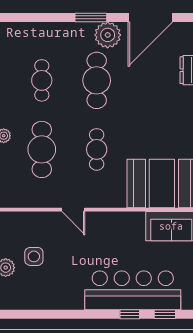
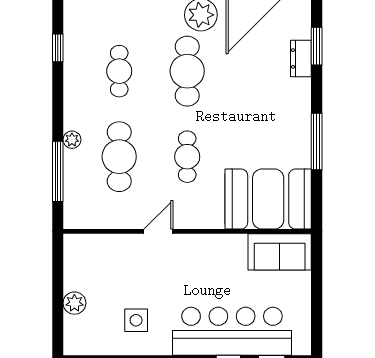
door: (73, 210) -> (158, 231), swing flipped
side table: (34, 256) -> (136, 320), moved

